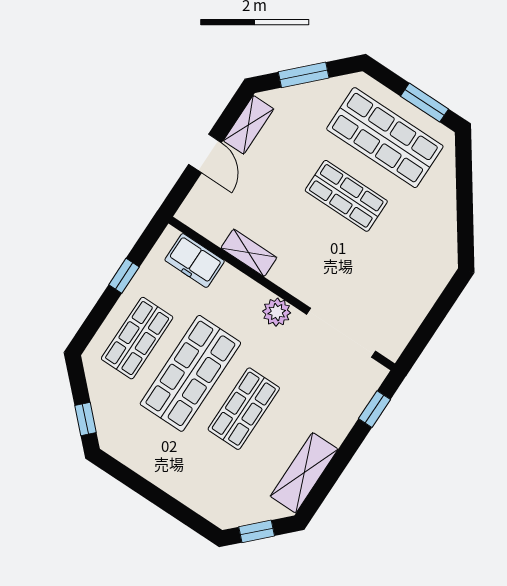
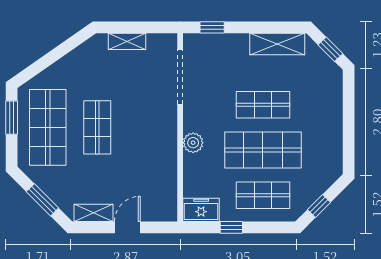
shelving: (249, 253) -> (127, 41), moved, turned 90
freezer: (195, 261) -> (201, 210), moved, turned -90
plant: (277, 312) -> (193, 143), moved
window: (86, 419) -> (319, 206), moved

